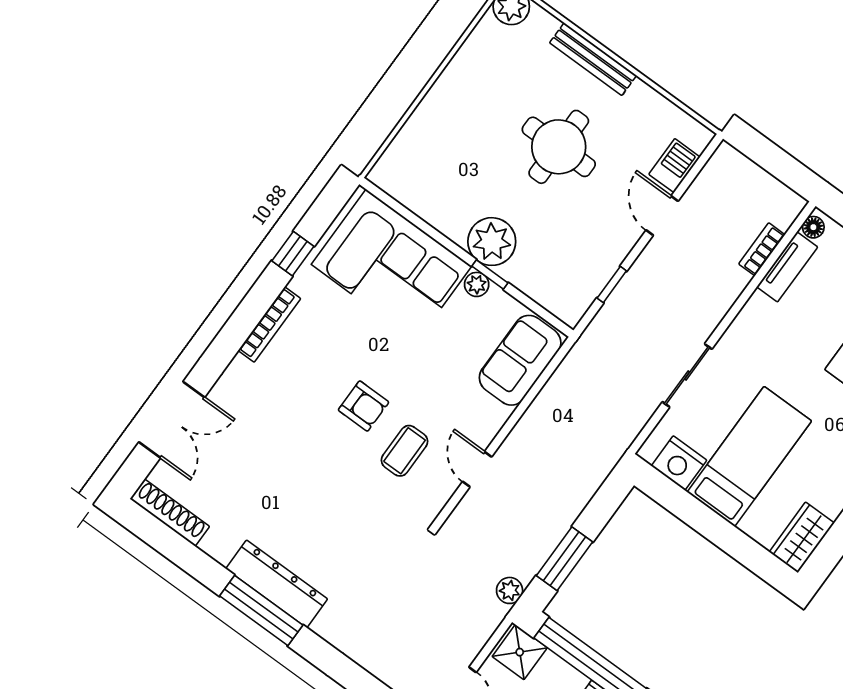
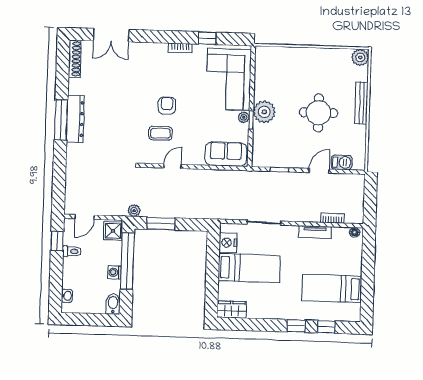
tv unit: (787, 267) -> (315, 232), moved
bookcase: (269, 324) -> (180, 48), width x0.64
armchair: (364, 406) -> (167, 106), turned 180

